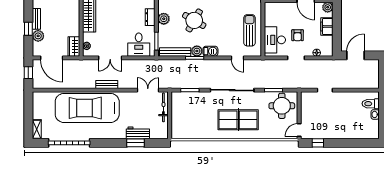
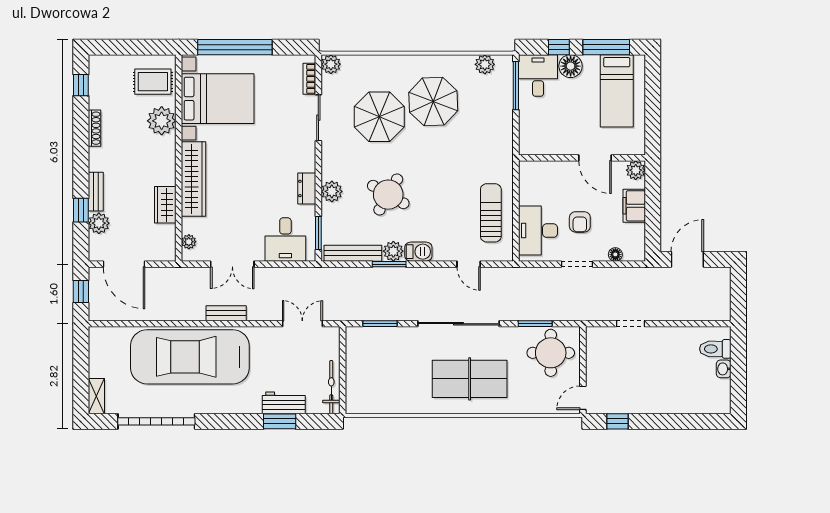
wardrobe: (74, 46) -> (165, 205), moved
bicycle: (163, 107) -> (331, 387), moved

